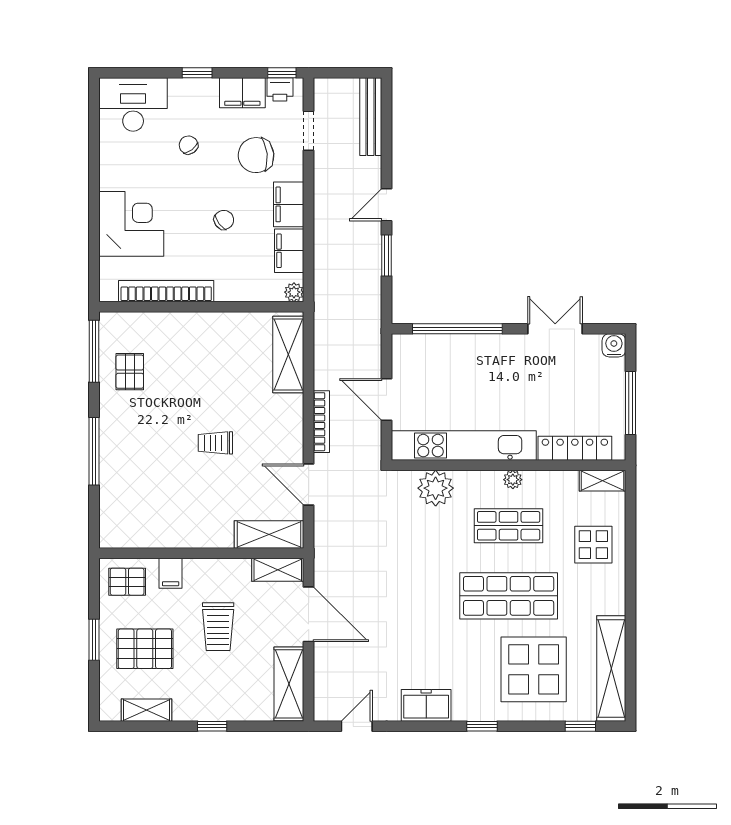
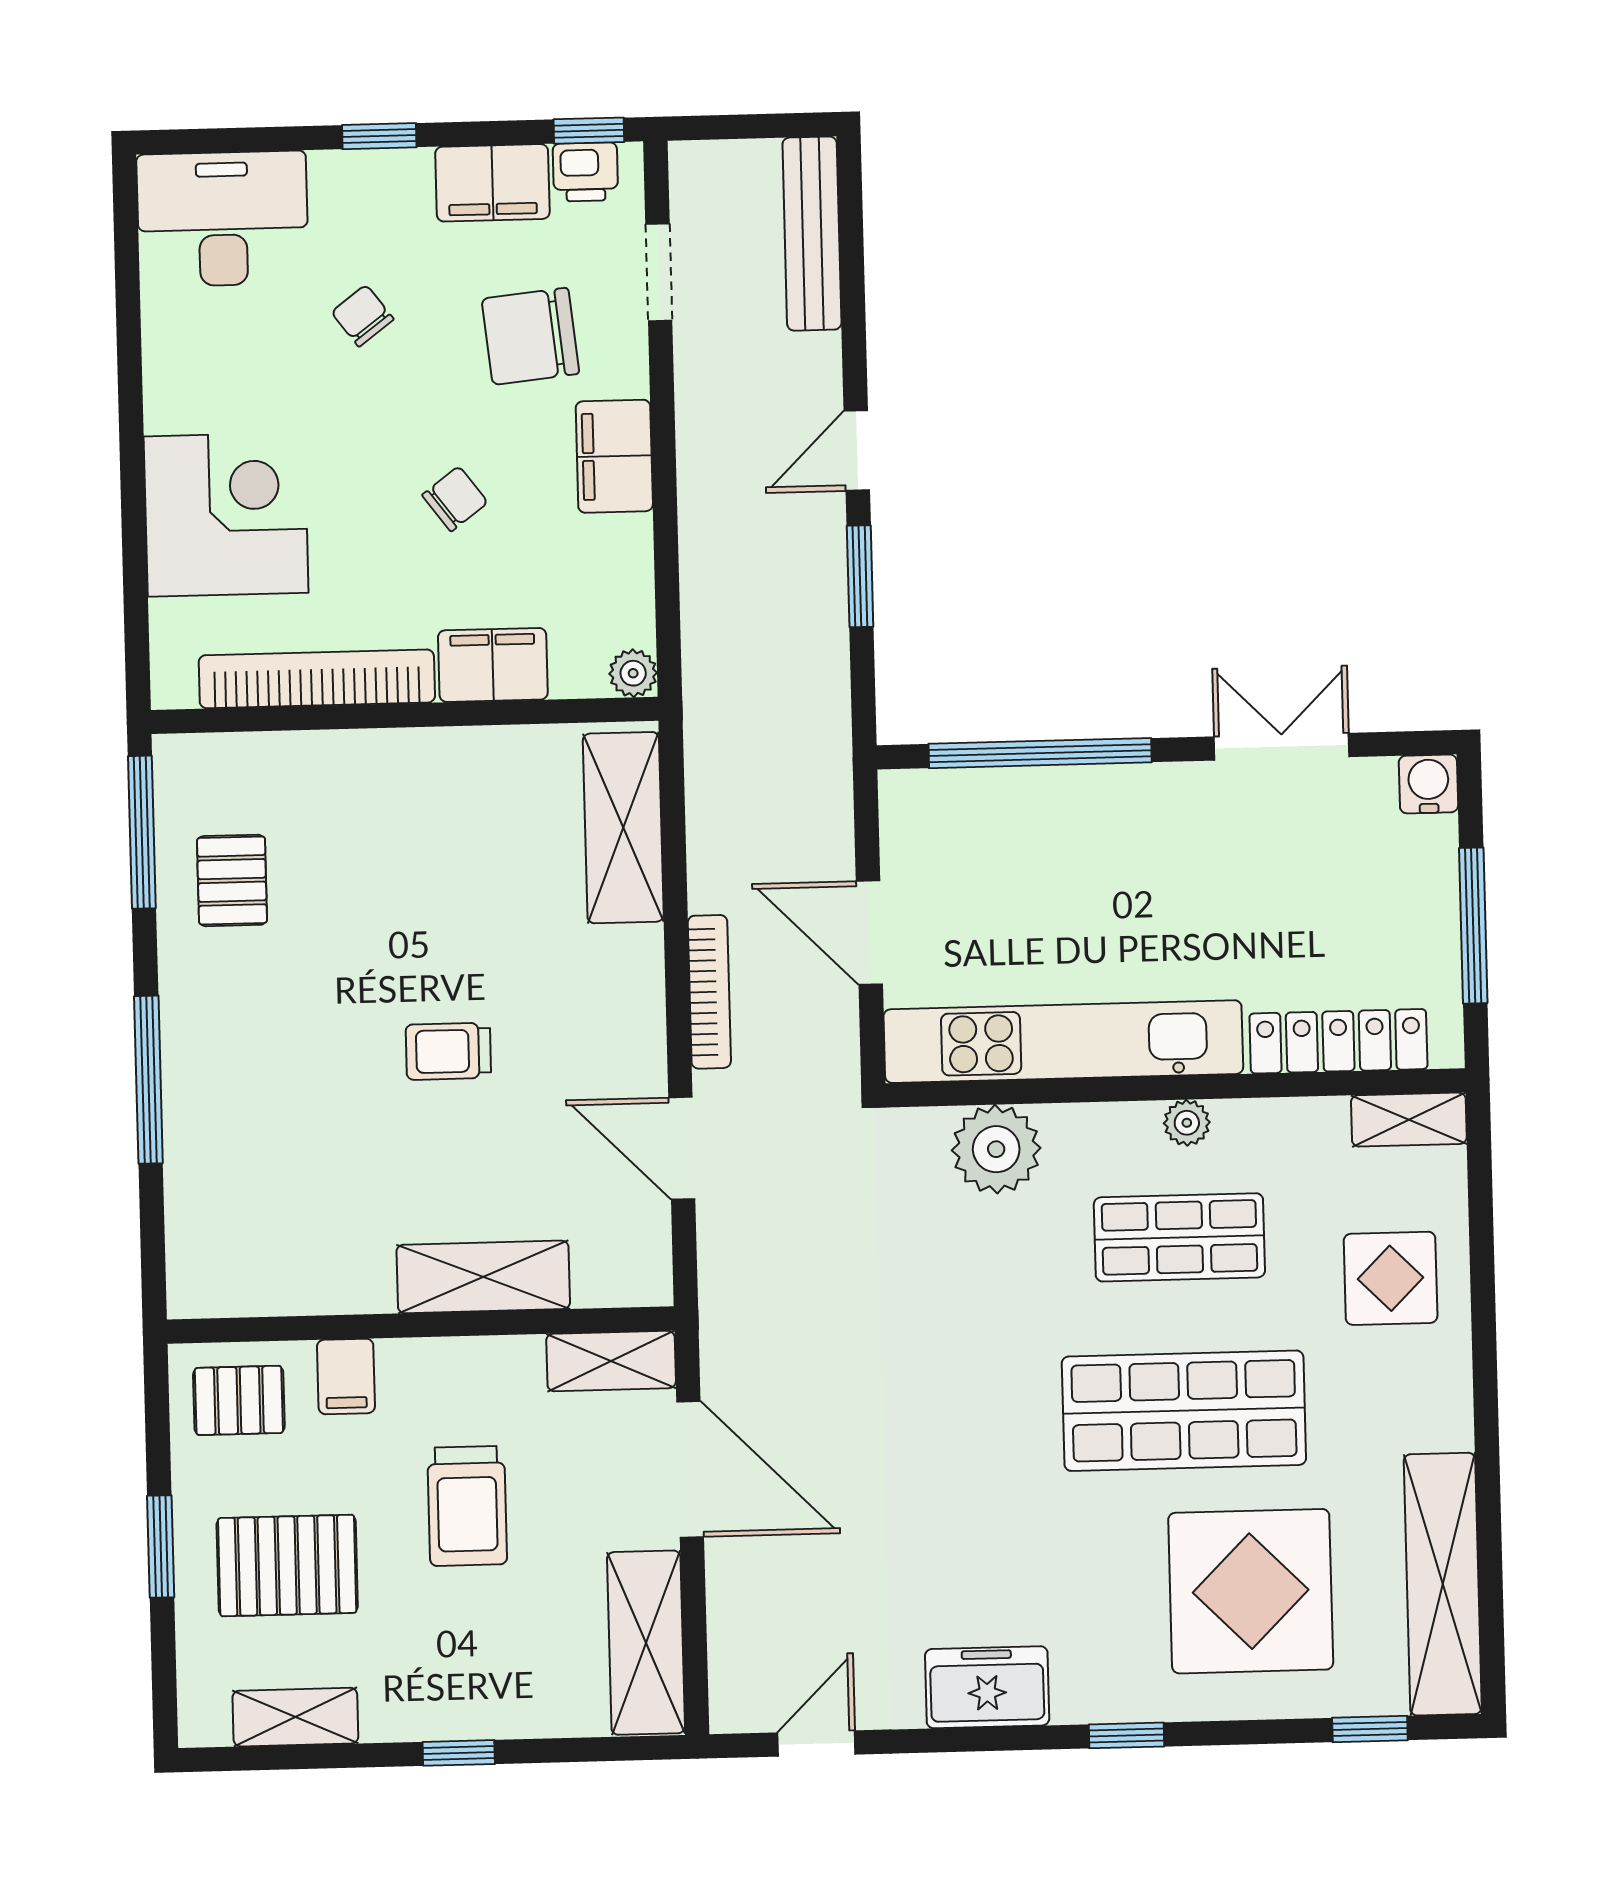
filing cabinet: (289, 251) -> (493, 665), moved, turned 90
shelving: (269, 534) -> (483, 1277), moved

